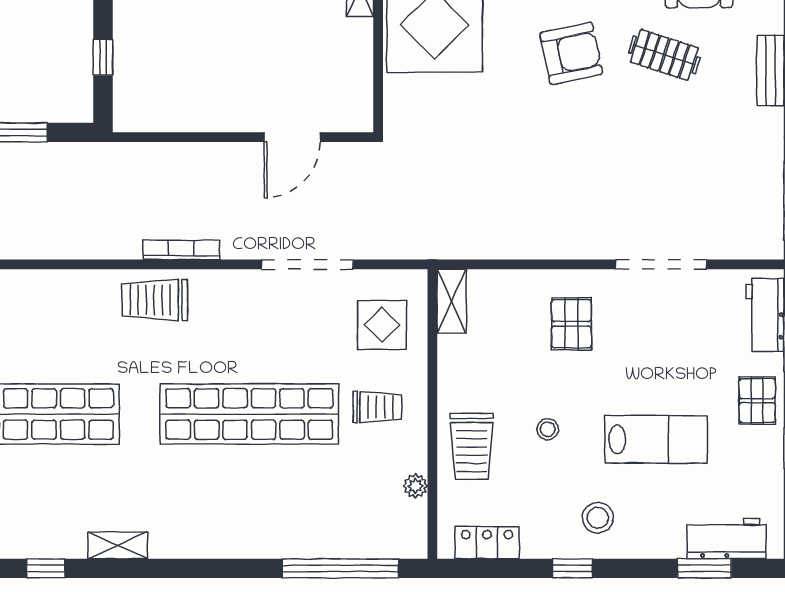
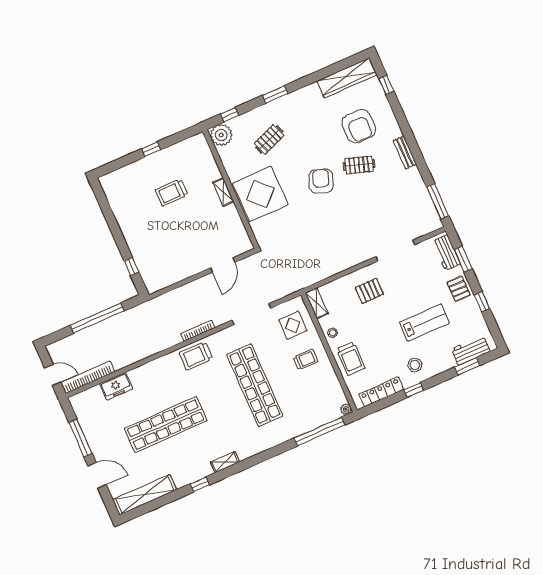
armchair: (571, 53) -> (321, 181), turned -58
pallet: (571, 324) -> (369, 291), turned 90
shop shelf: (249, 414) -> (255, 385), turned 90
stool: (548, 429) -> (333, 333), moved
plant: (415, 486) -> (346, 409), moved
locker: (487, 543) -> (381, 392), width x1.53

